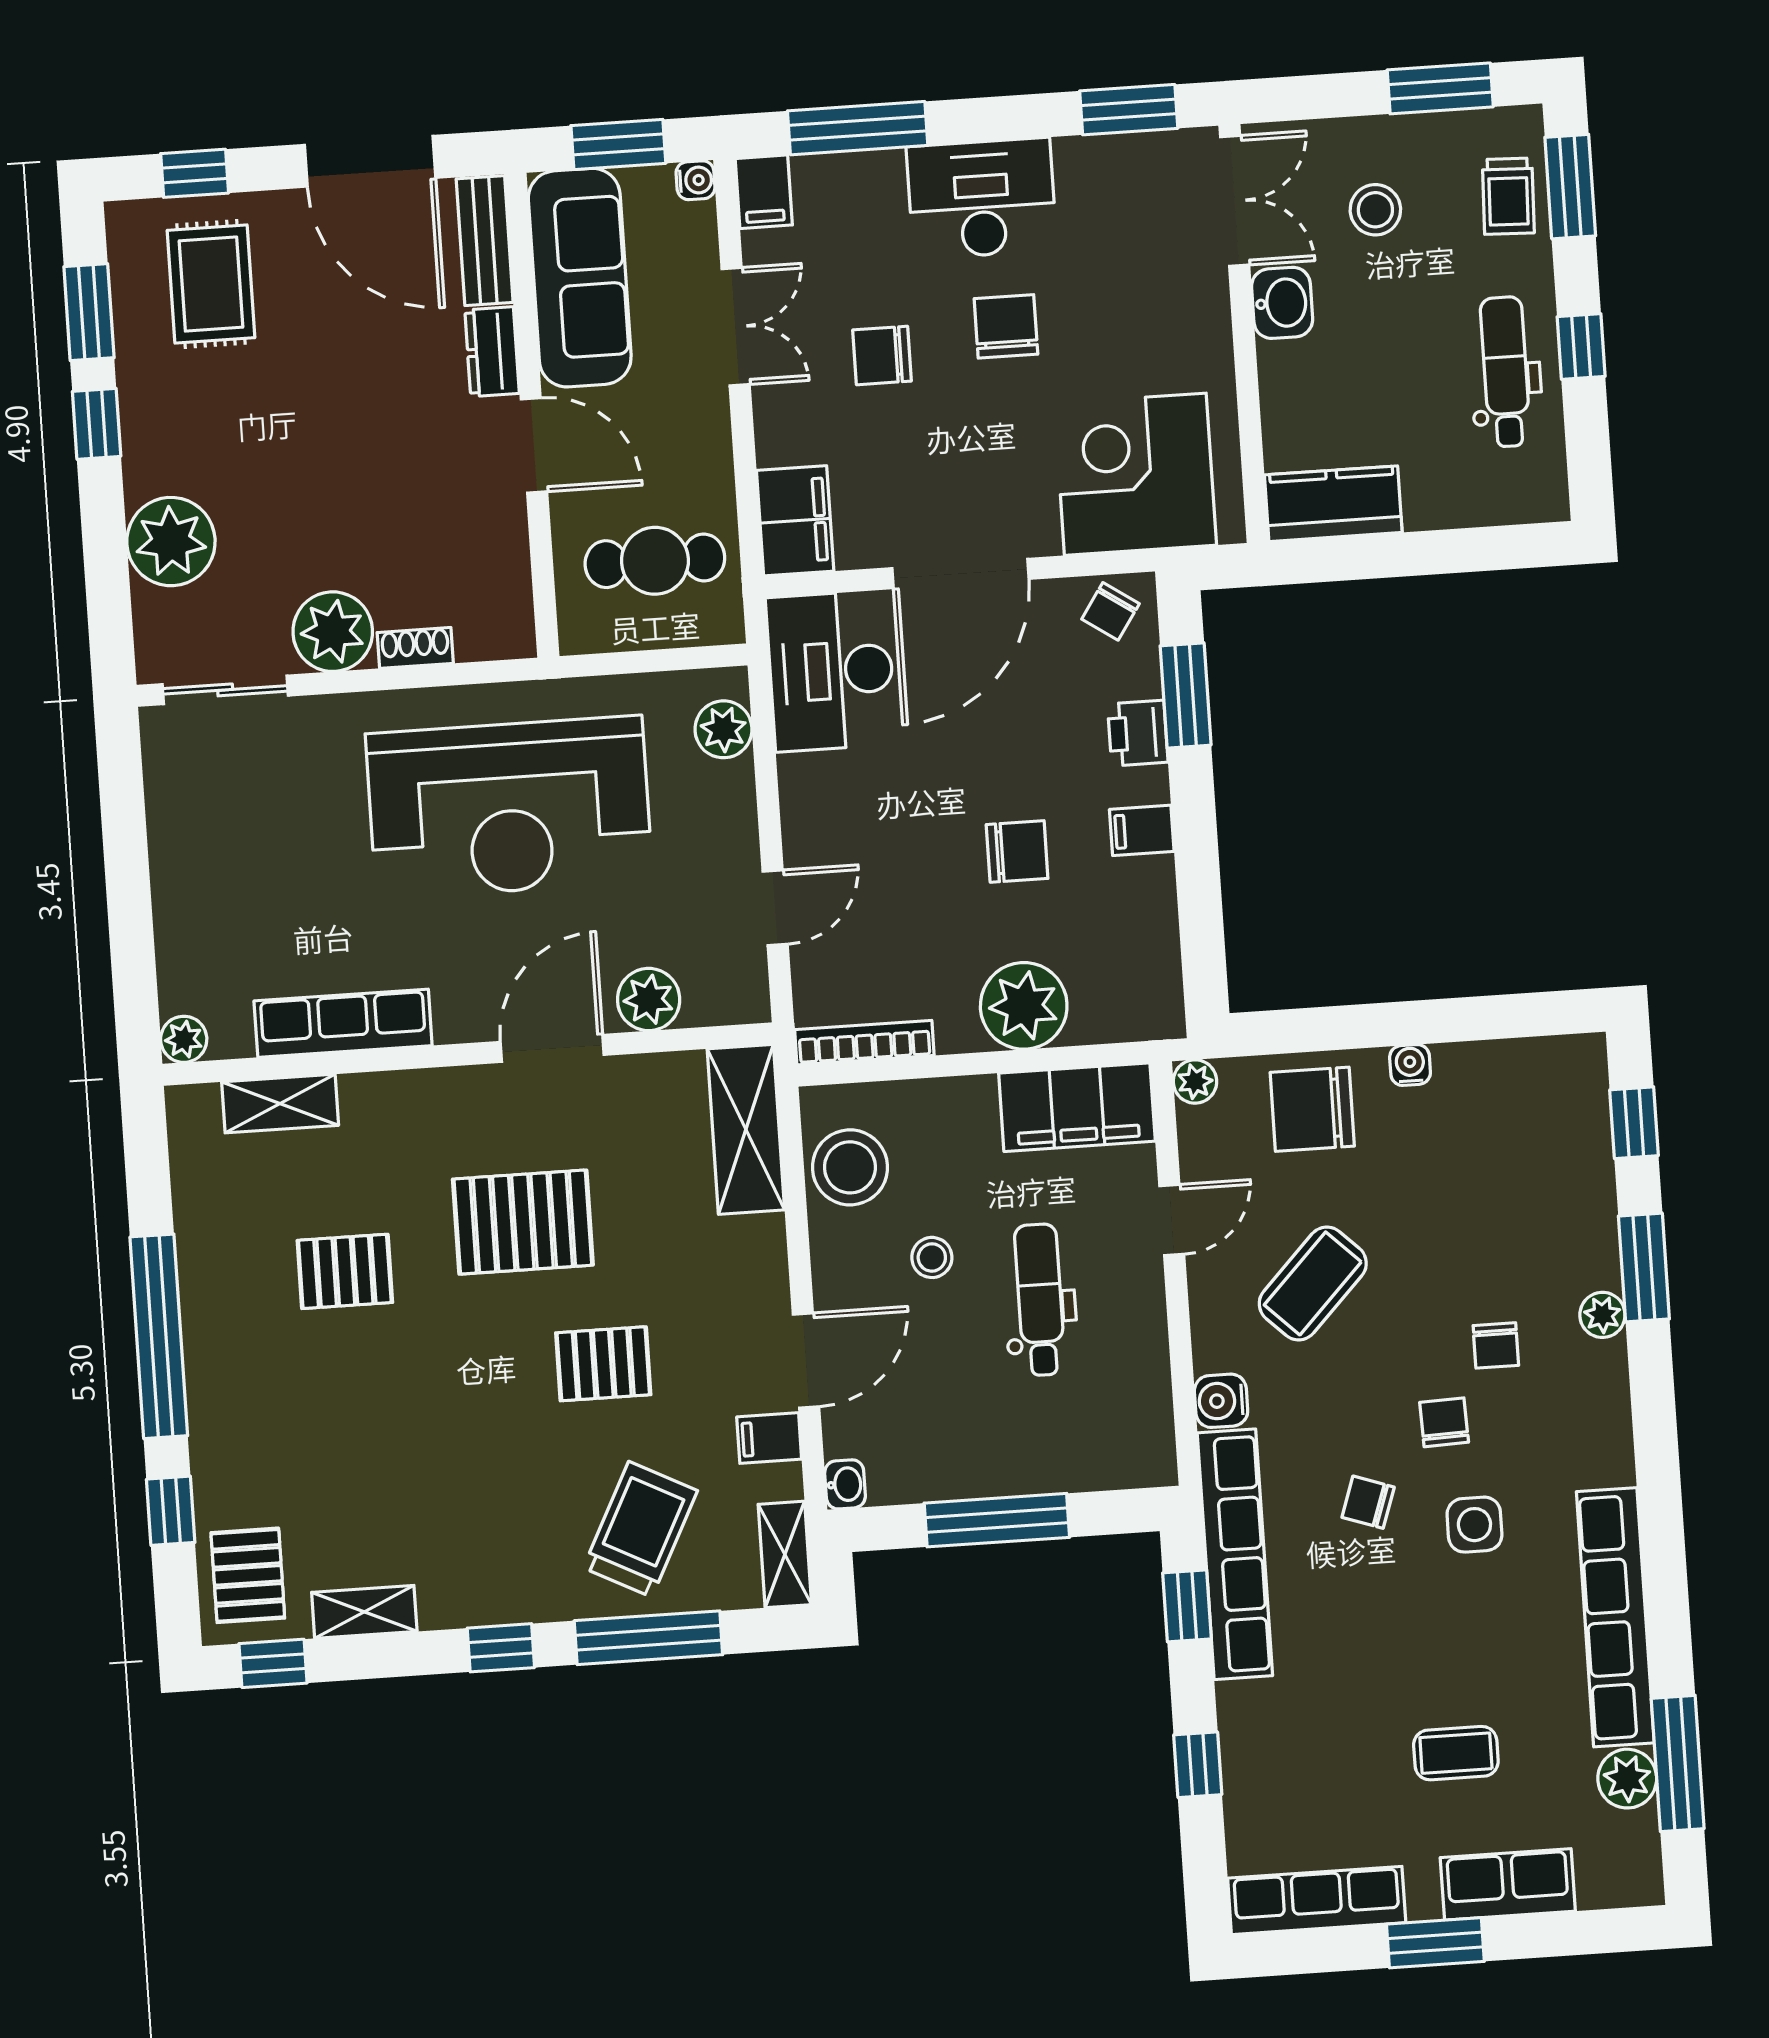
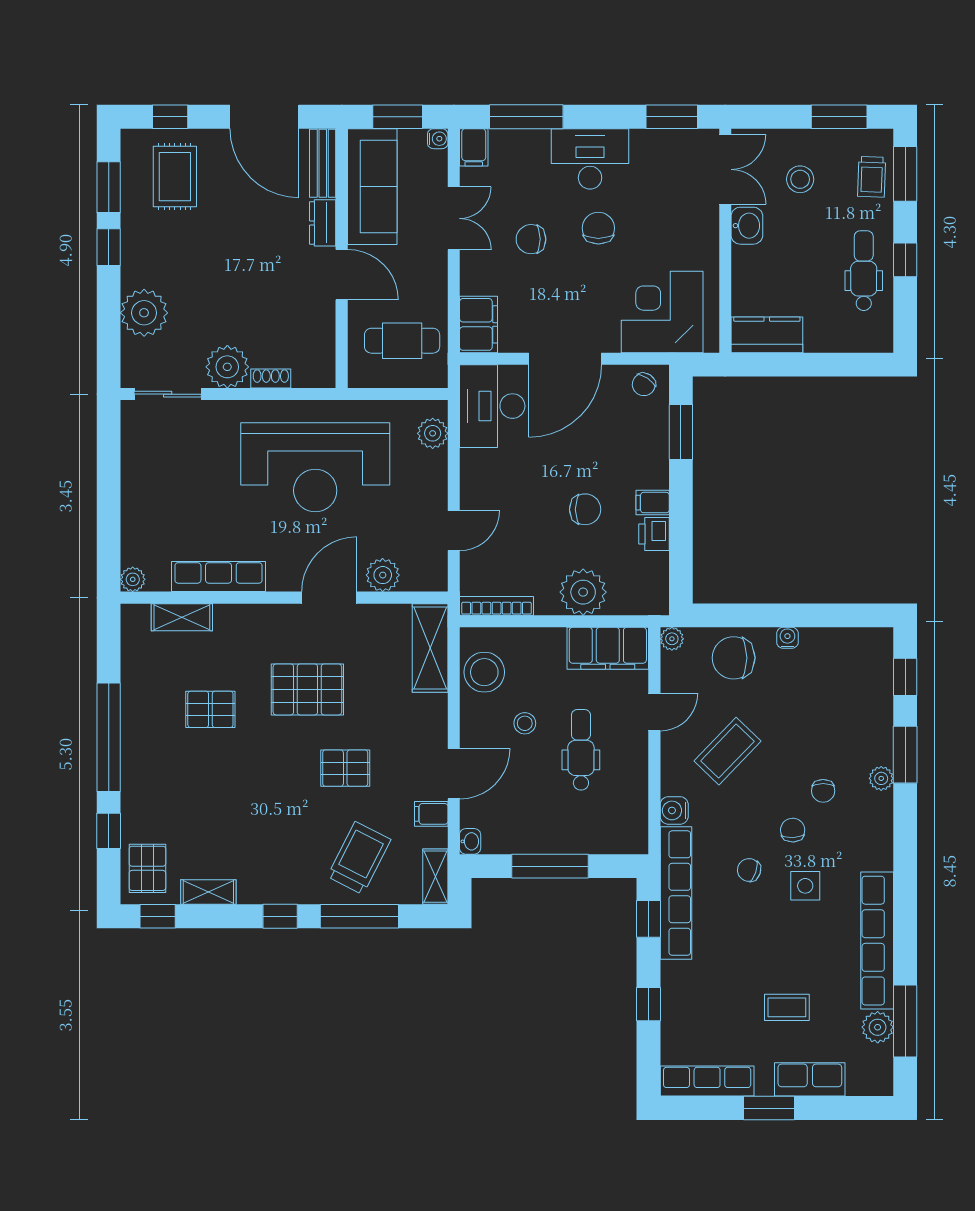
printer: (1138, 733) -> (654, 534), moved

